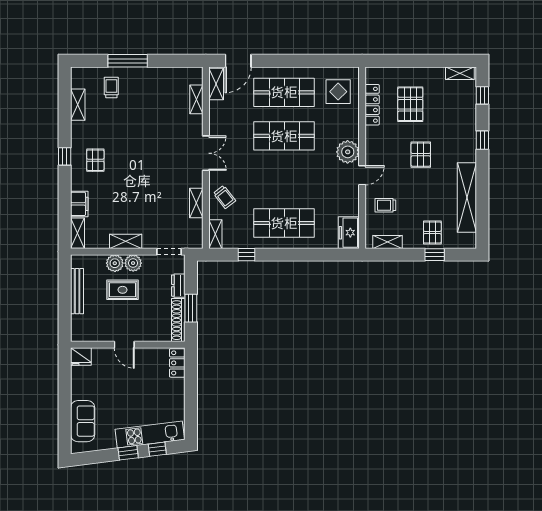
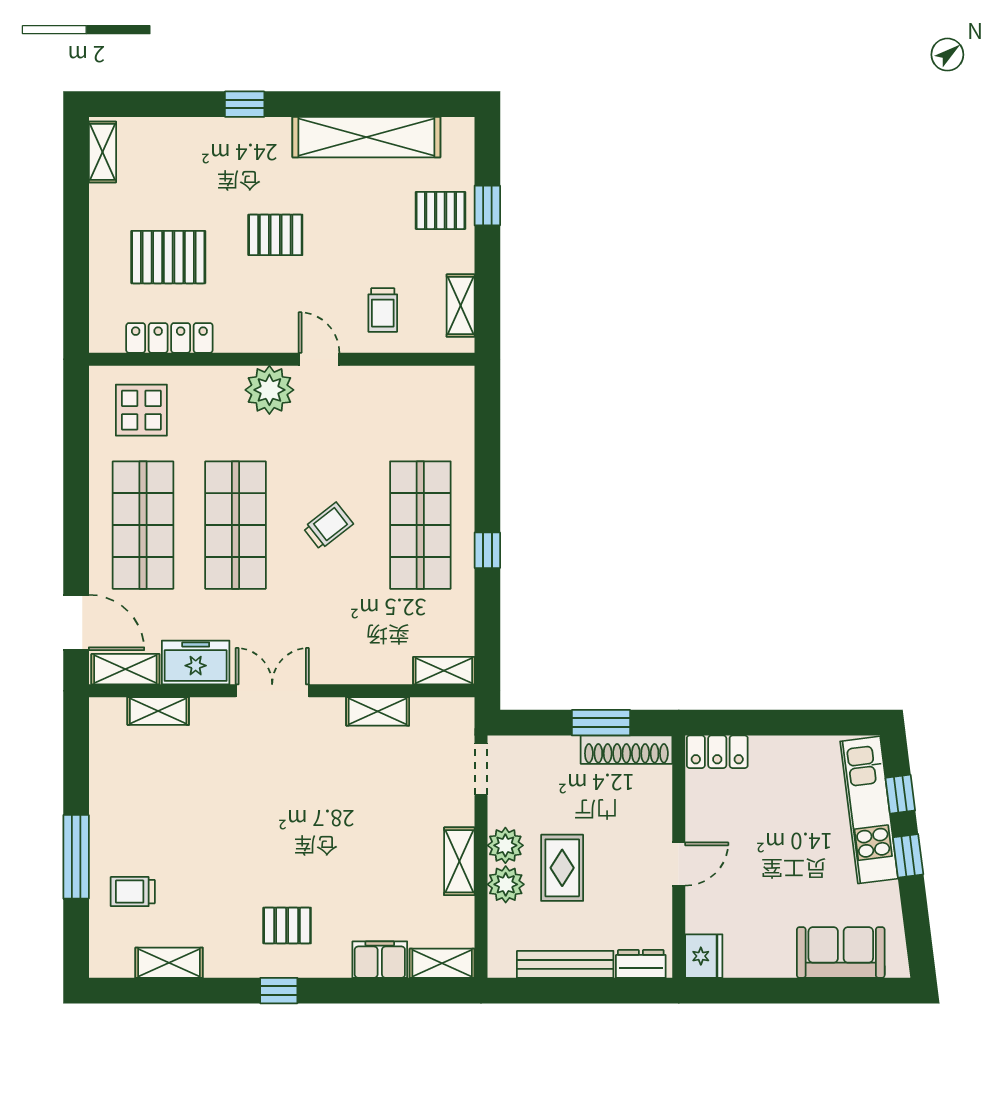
window: (482, 95) -> (149, 104), removed
trolley: (224, 197) -> (328, 526), moved
freezer: (349, 233) -> (196, 663), moved, turned 180
window: (246, 255) -> (487, 550), moved
dresser: (178, 286) -> (641, 964), moved, turned 180

